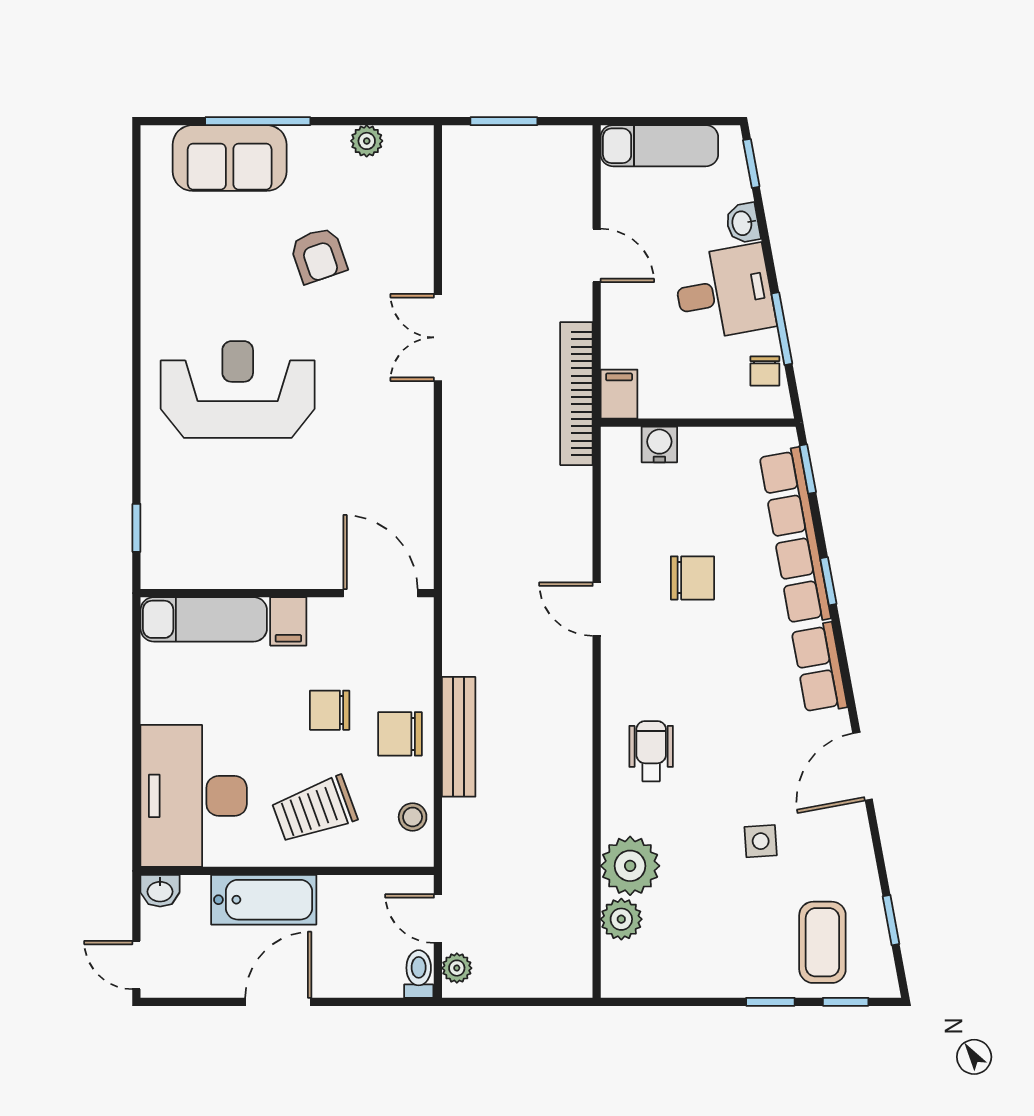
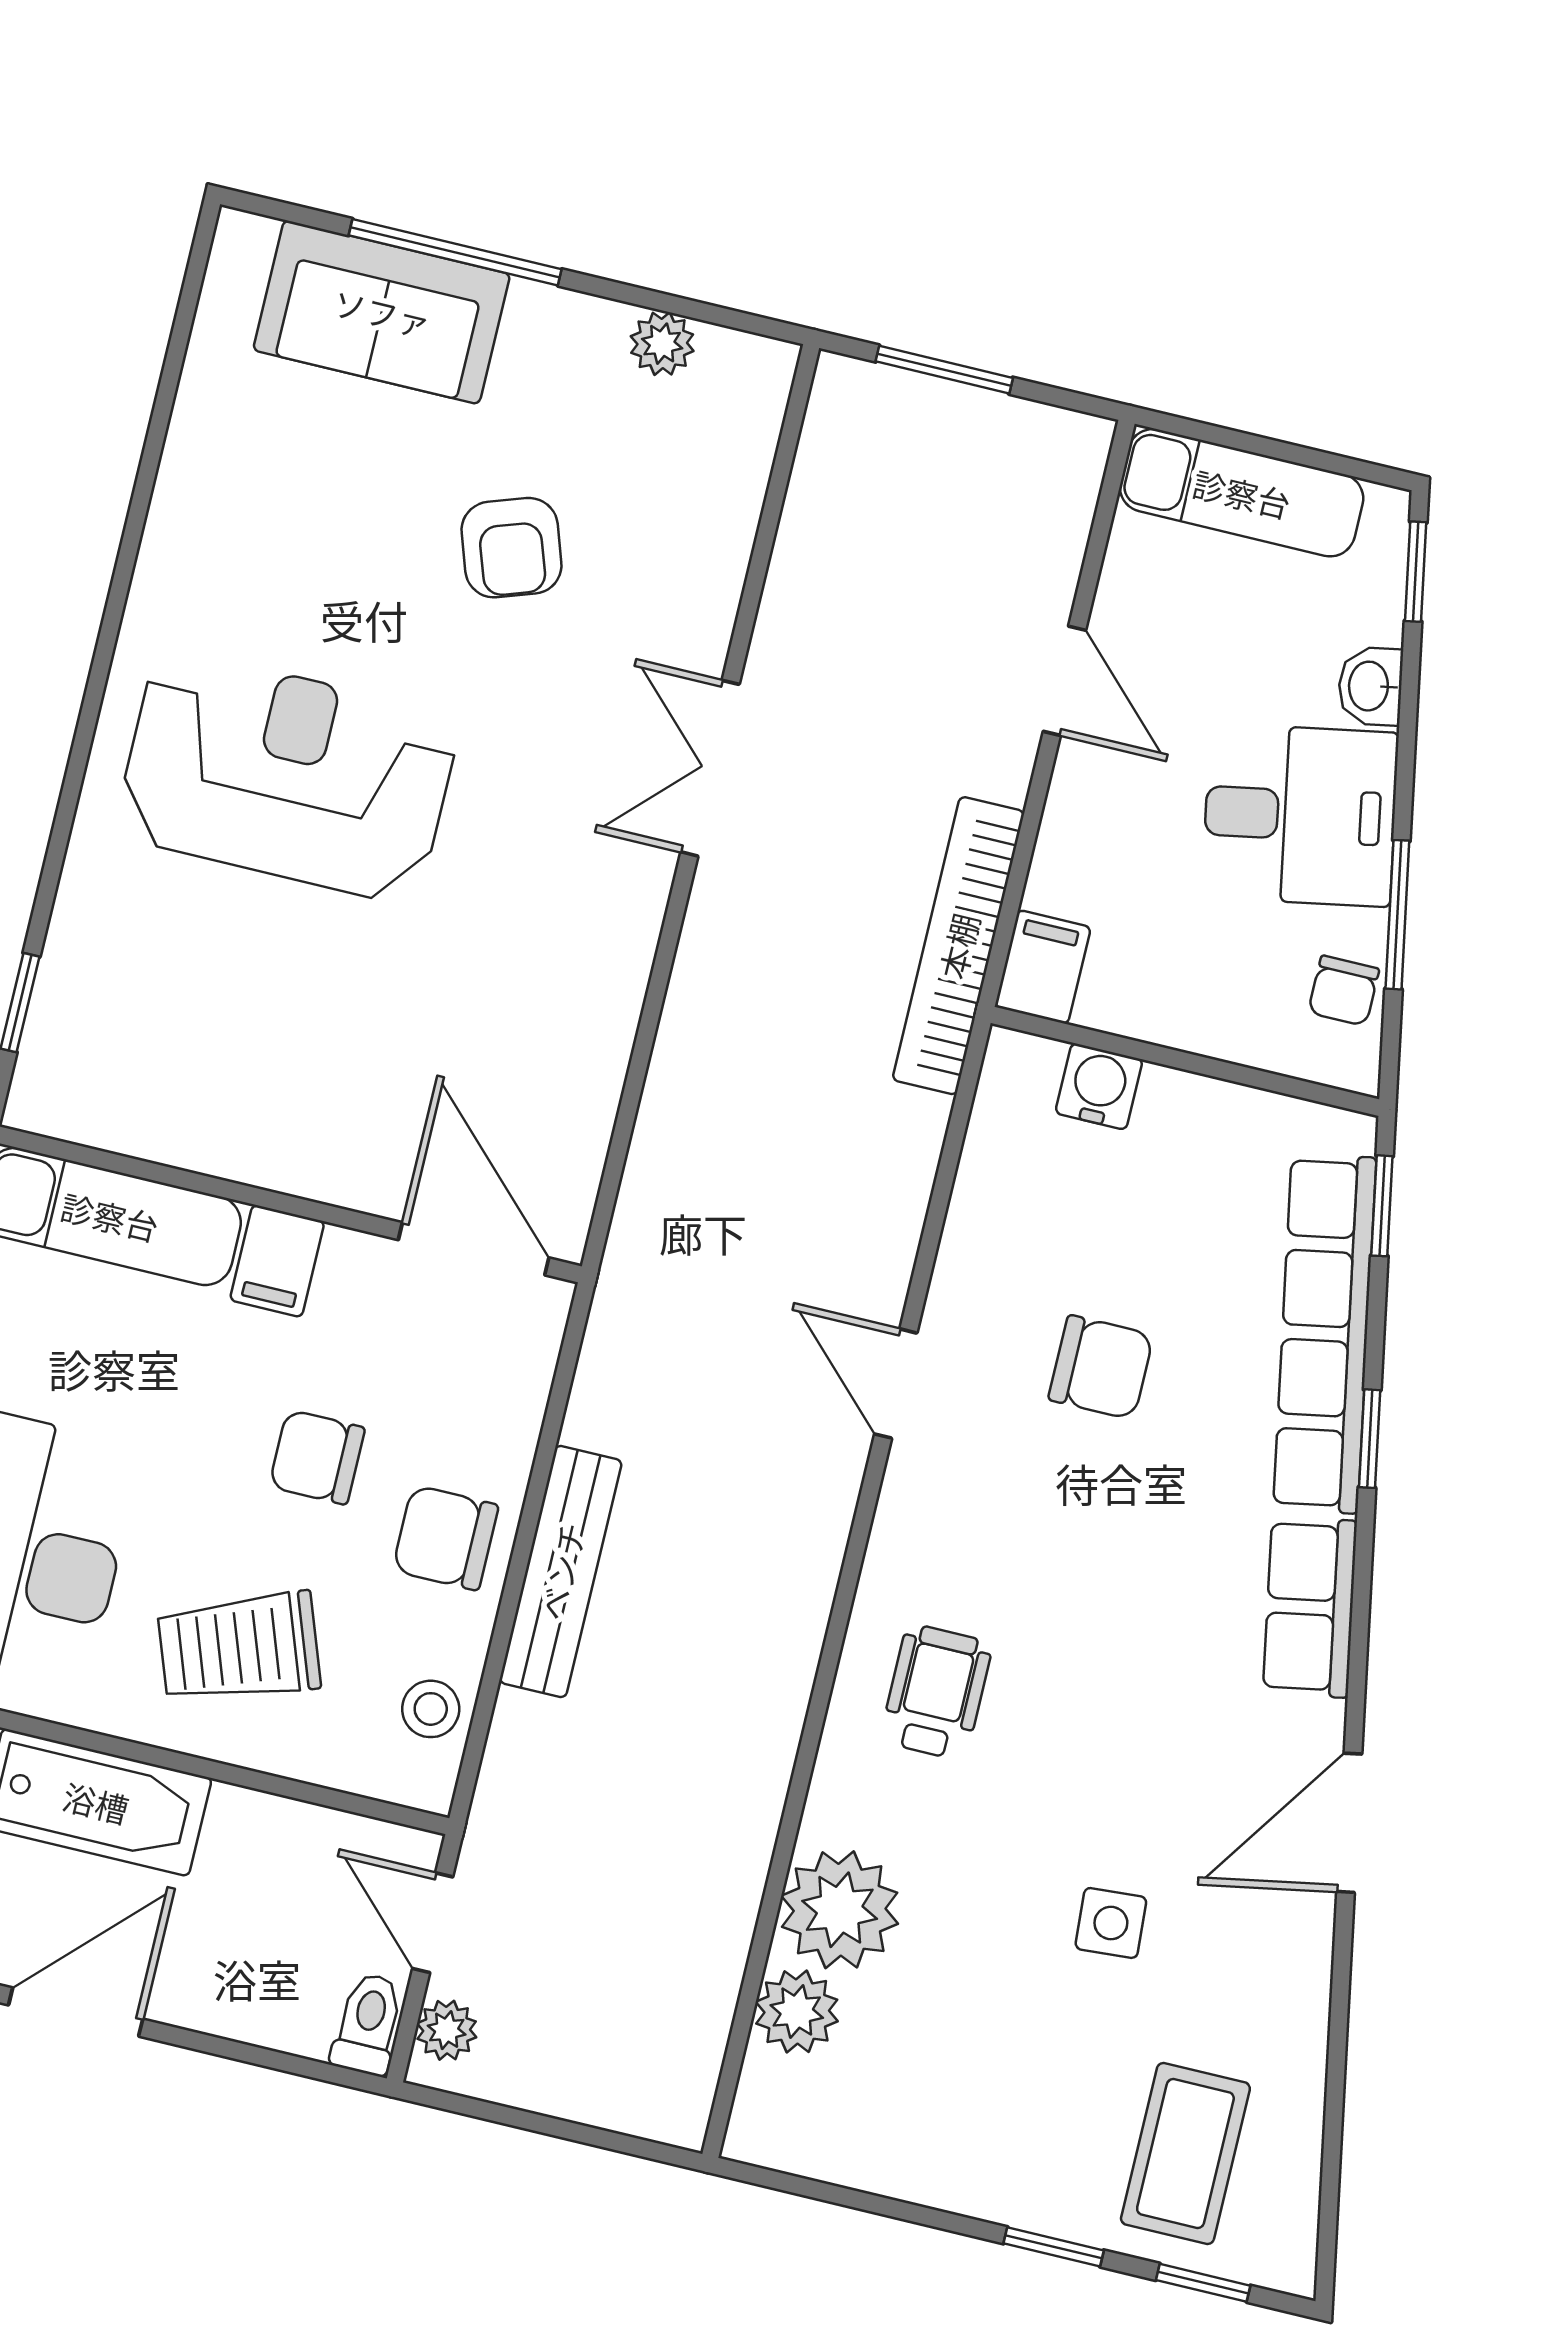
window: (891, 920) -> (1332, 2142), removed

